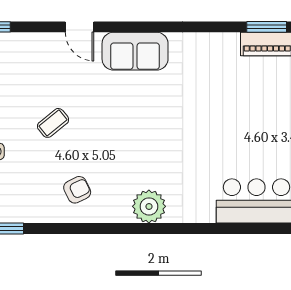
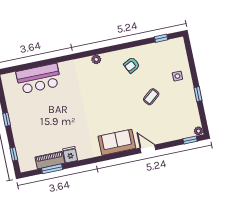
fridge: (227, 46) -> (70, 155), added
plant: (149, 206) -> (96, 59), width x0.53, depth x0.53

